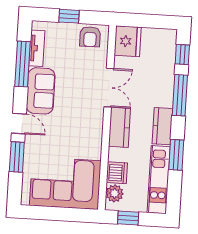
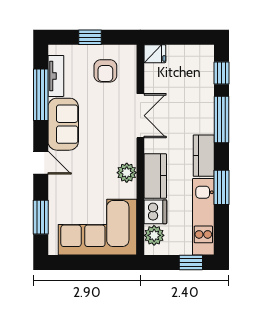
armchair: (90, 37) -> (105, 71), moved
fridge: (128, 41) -> (155, 54), width x0.53, depth x0.75
kitchen counter: (119, 127) -> (155, 176), moved
plant: (94, 137) -> (127, 173), added
window: (17, 157) -> (41, 217), moved
window: (128, 218) -> (191, 262), moved

